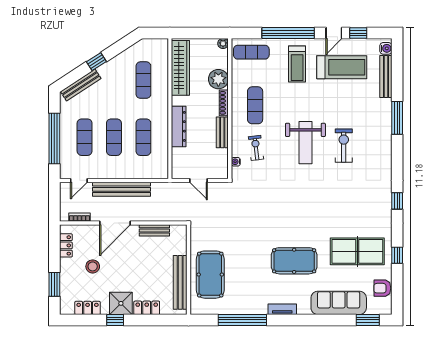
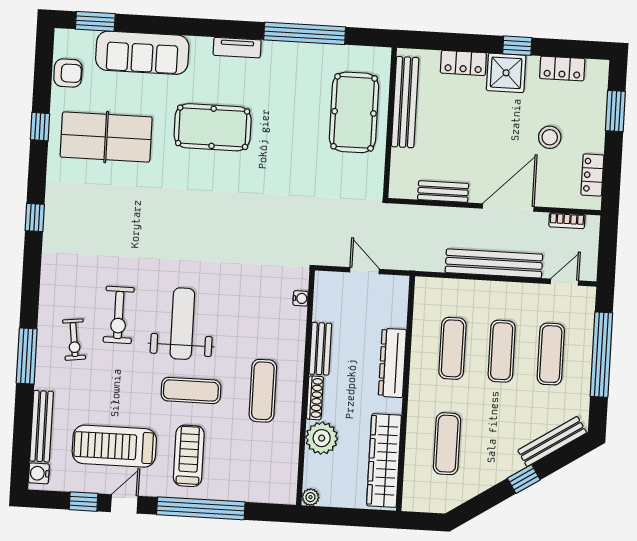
exercise mat: (251, 52) -> (191, 390), moved
exercise bike: (256, 148) -> (74, 340), moved

